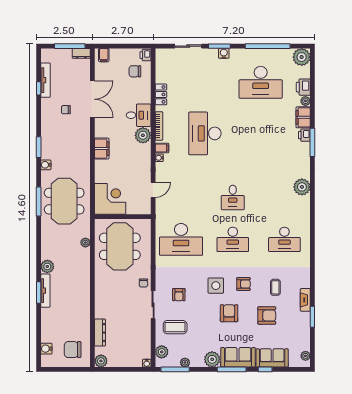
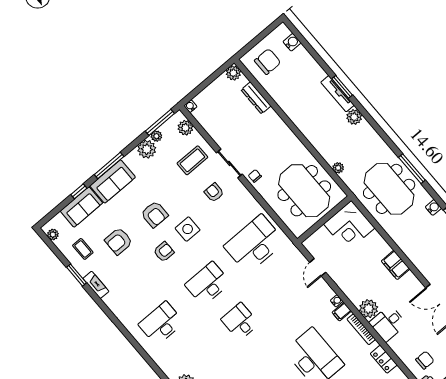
armchair: (244, 284) -> (164, 252), turned 180
coffee table: (275, 287) -> (83, 249), moved
plant: (212, 359) -> (147, 149), moved

